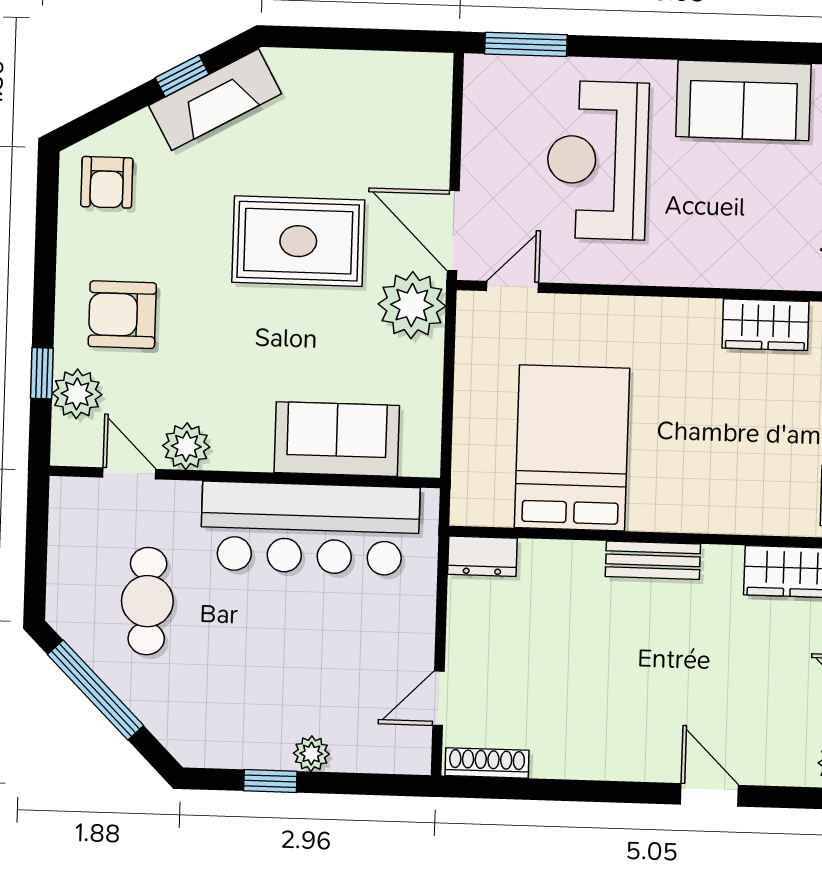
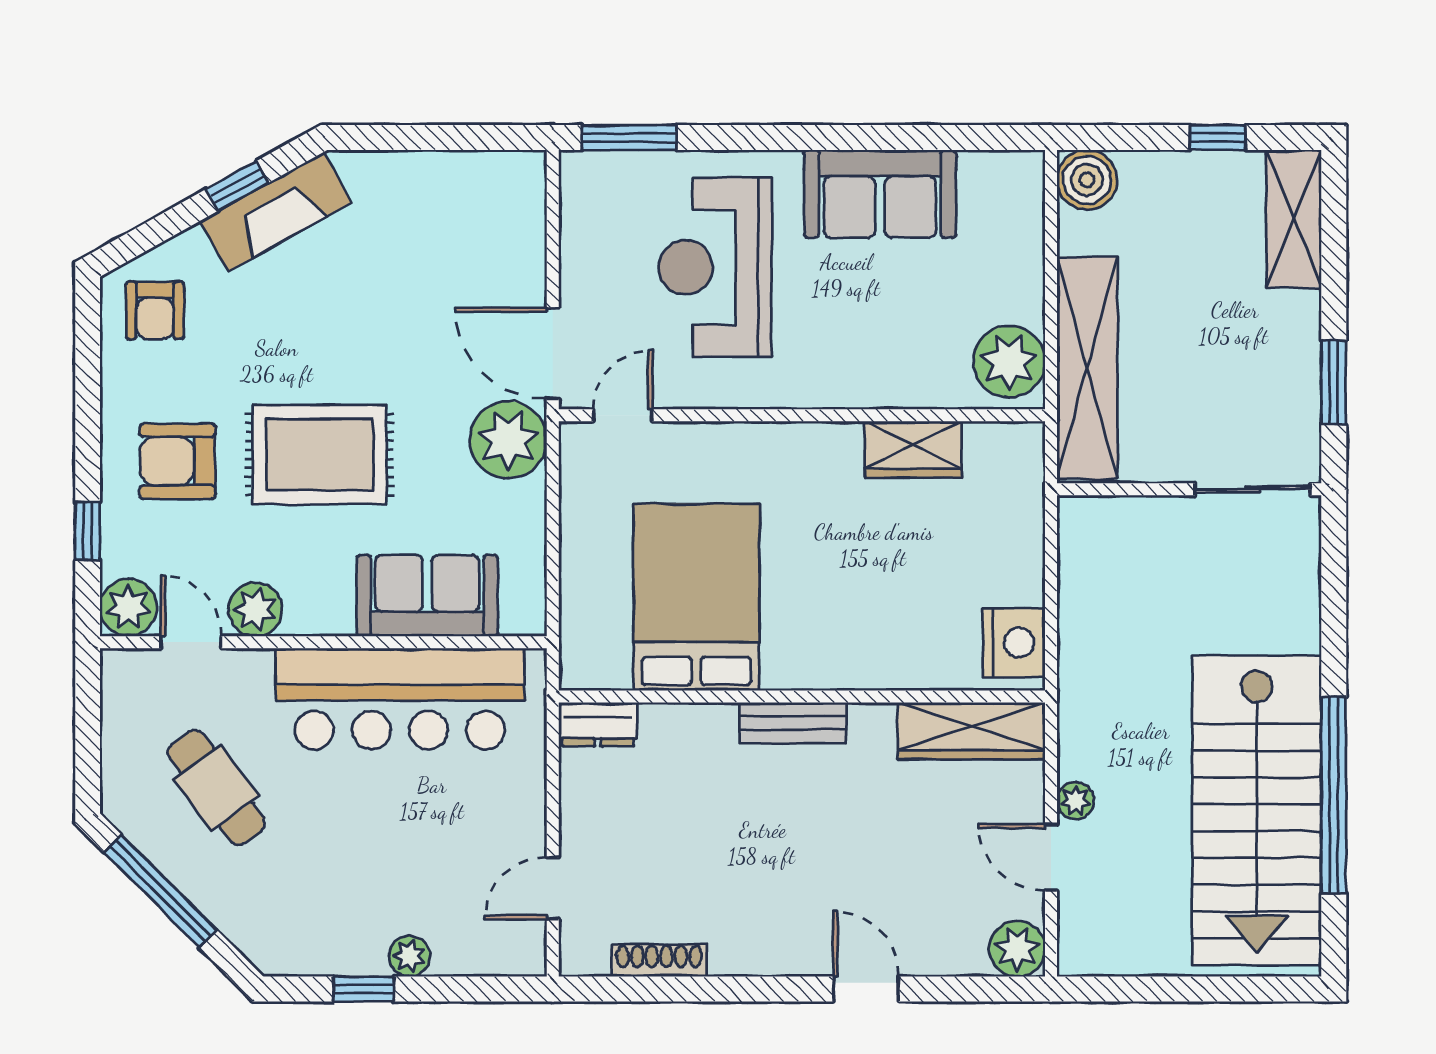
rug: (298, 241) -> (320, 455), moved
plant: (77, 394) -> (128, 607), moved
cafe table: (147, 601) -> (216, 788), turned -36
shoe rack: (487, 763) -> (659, 961), moved

